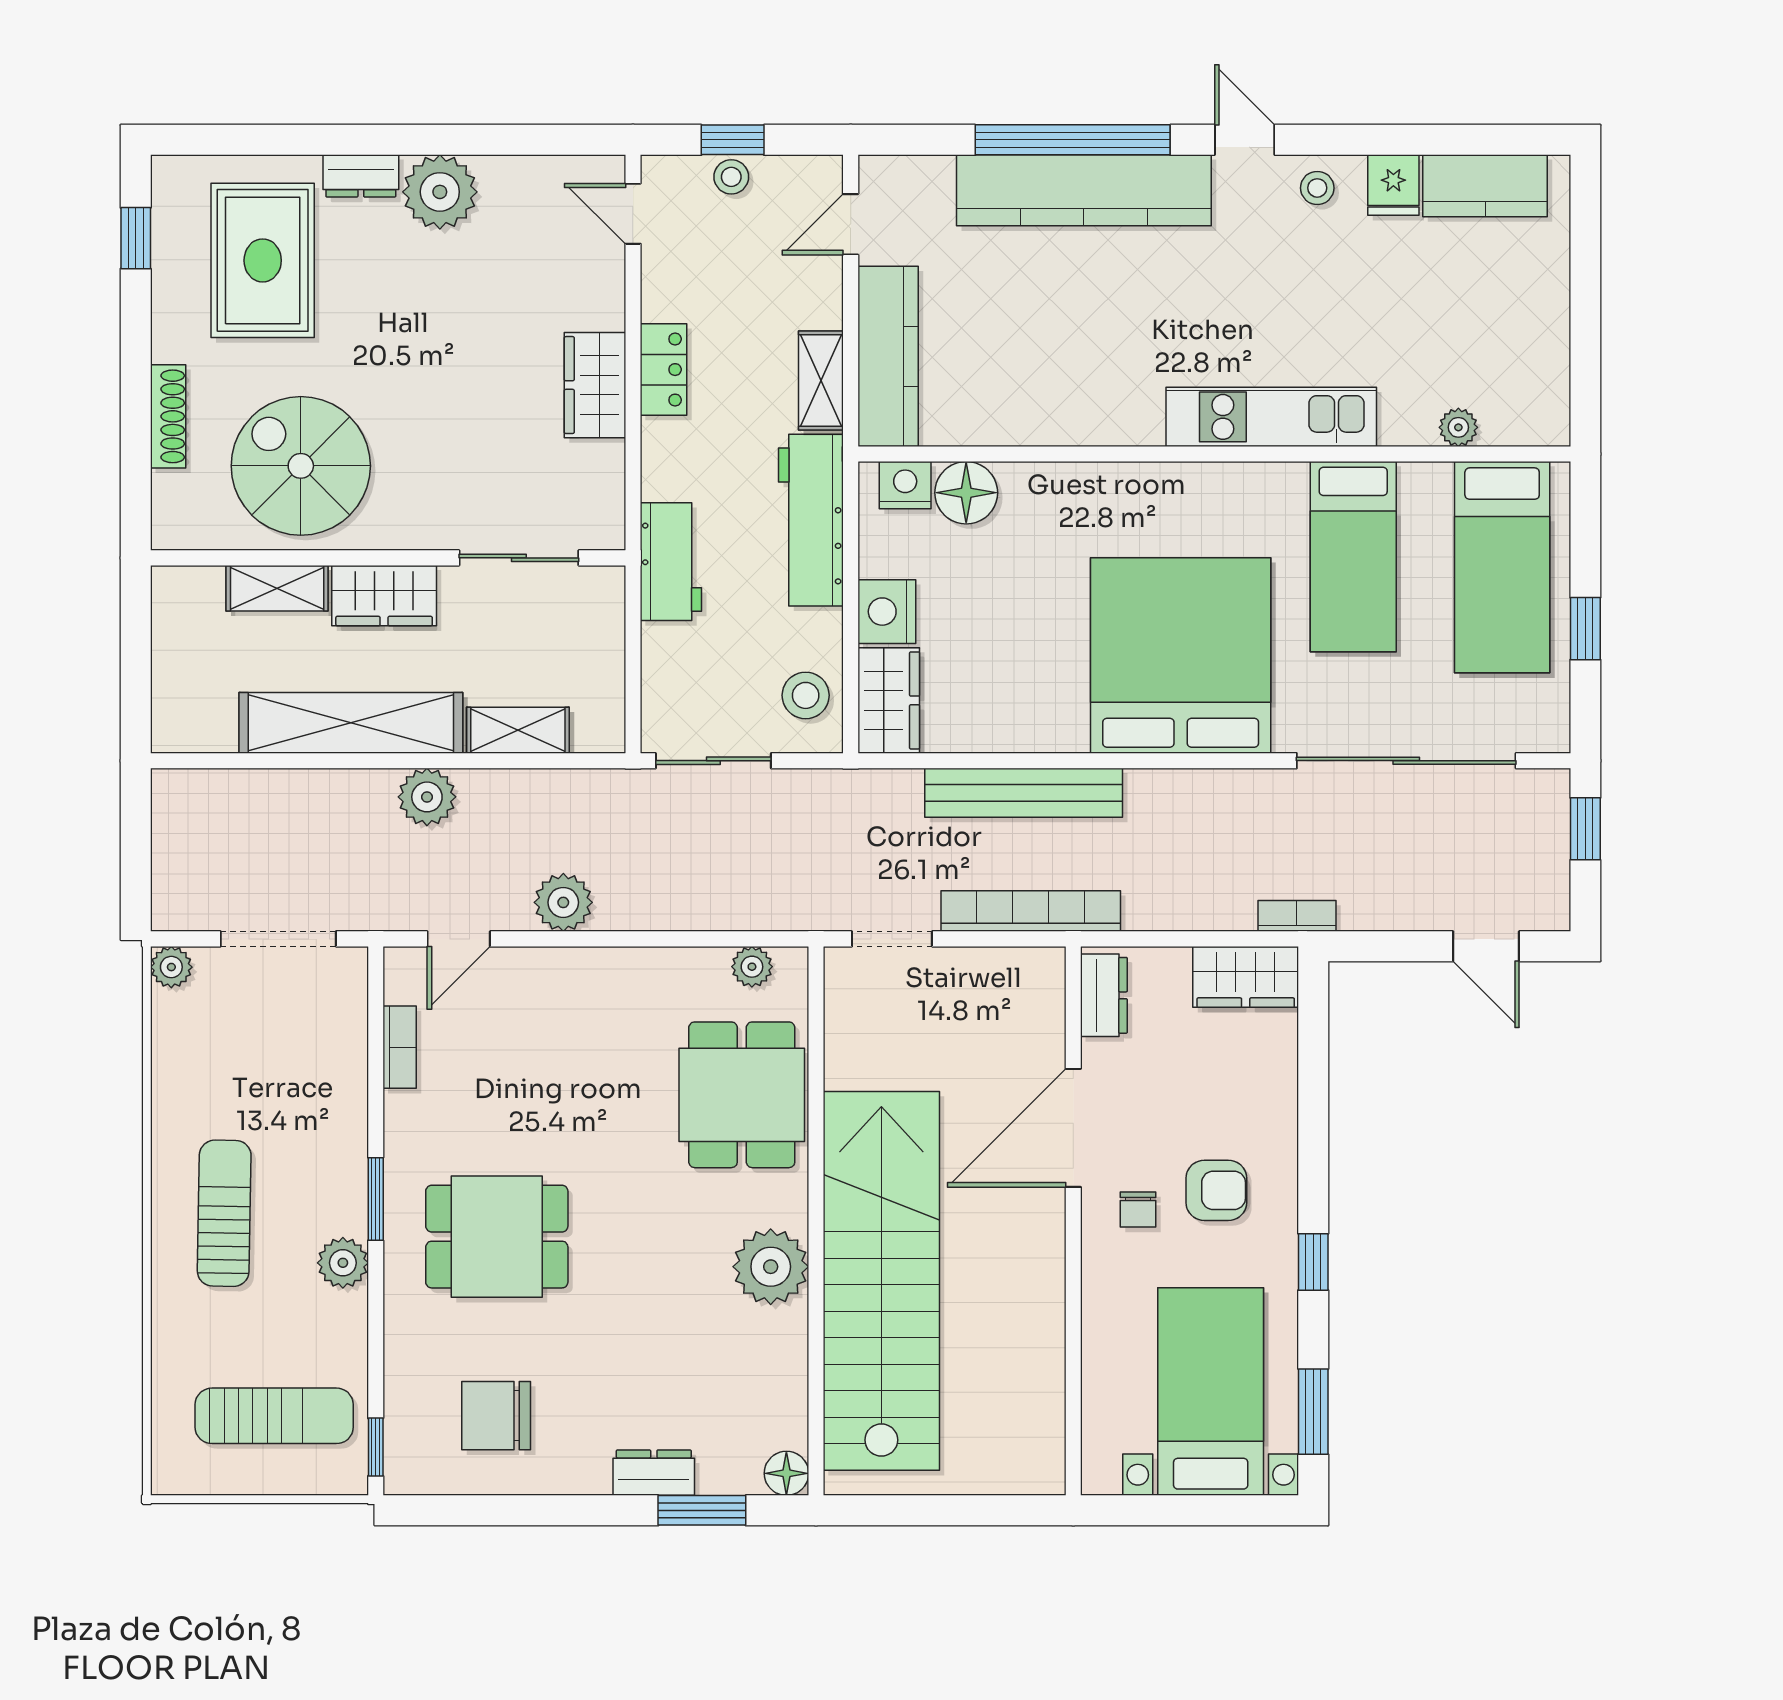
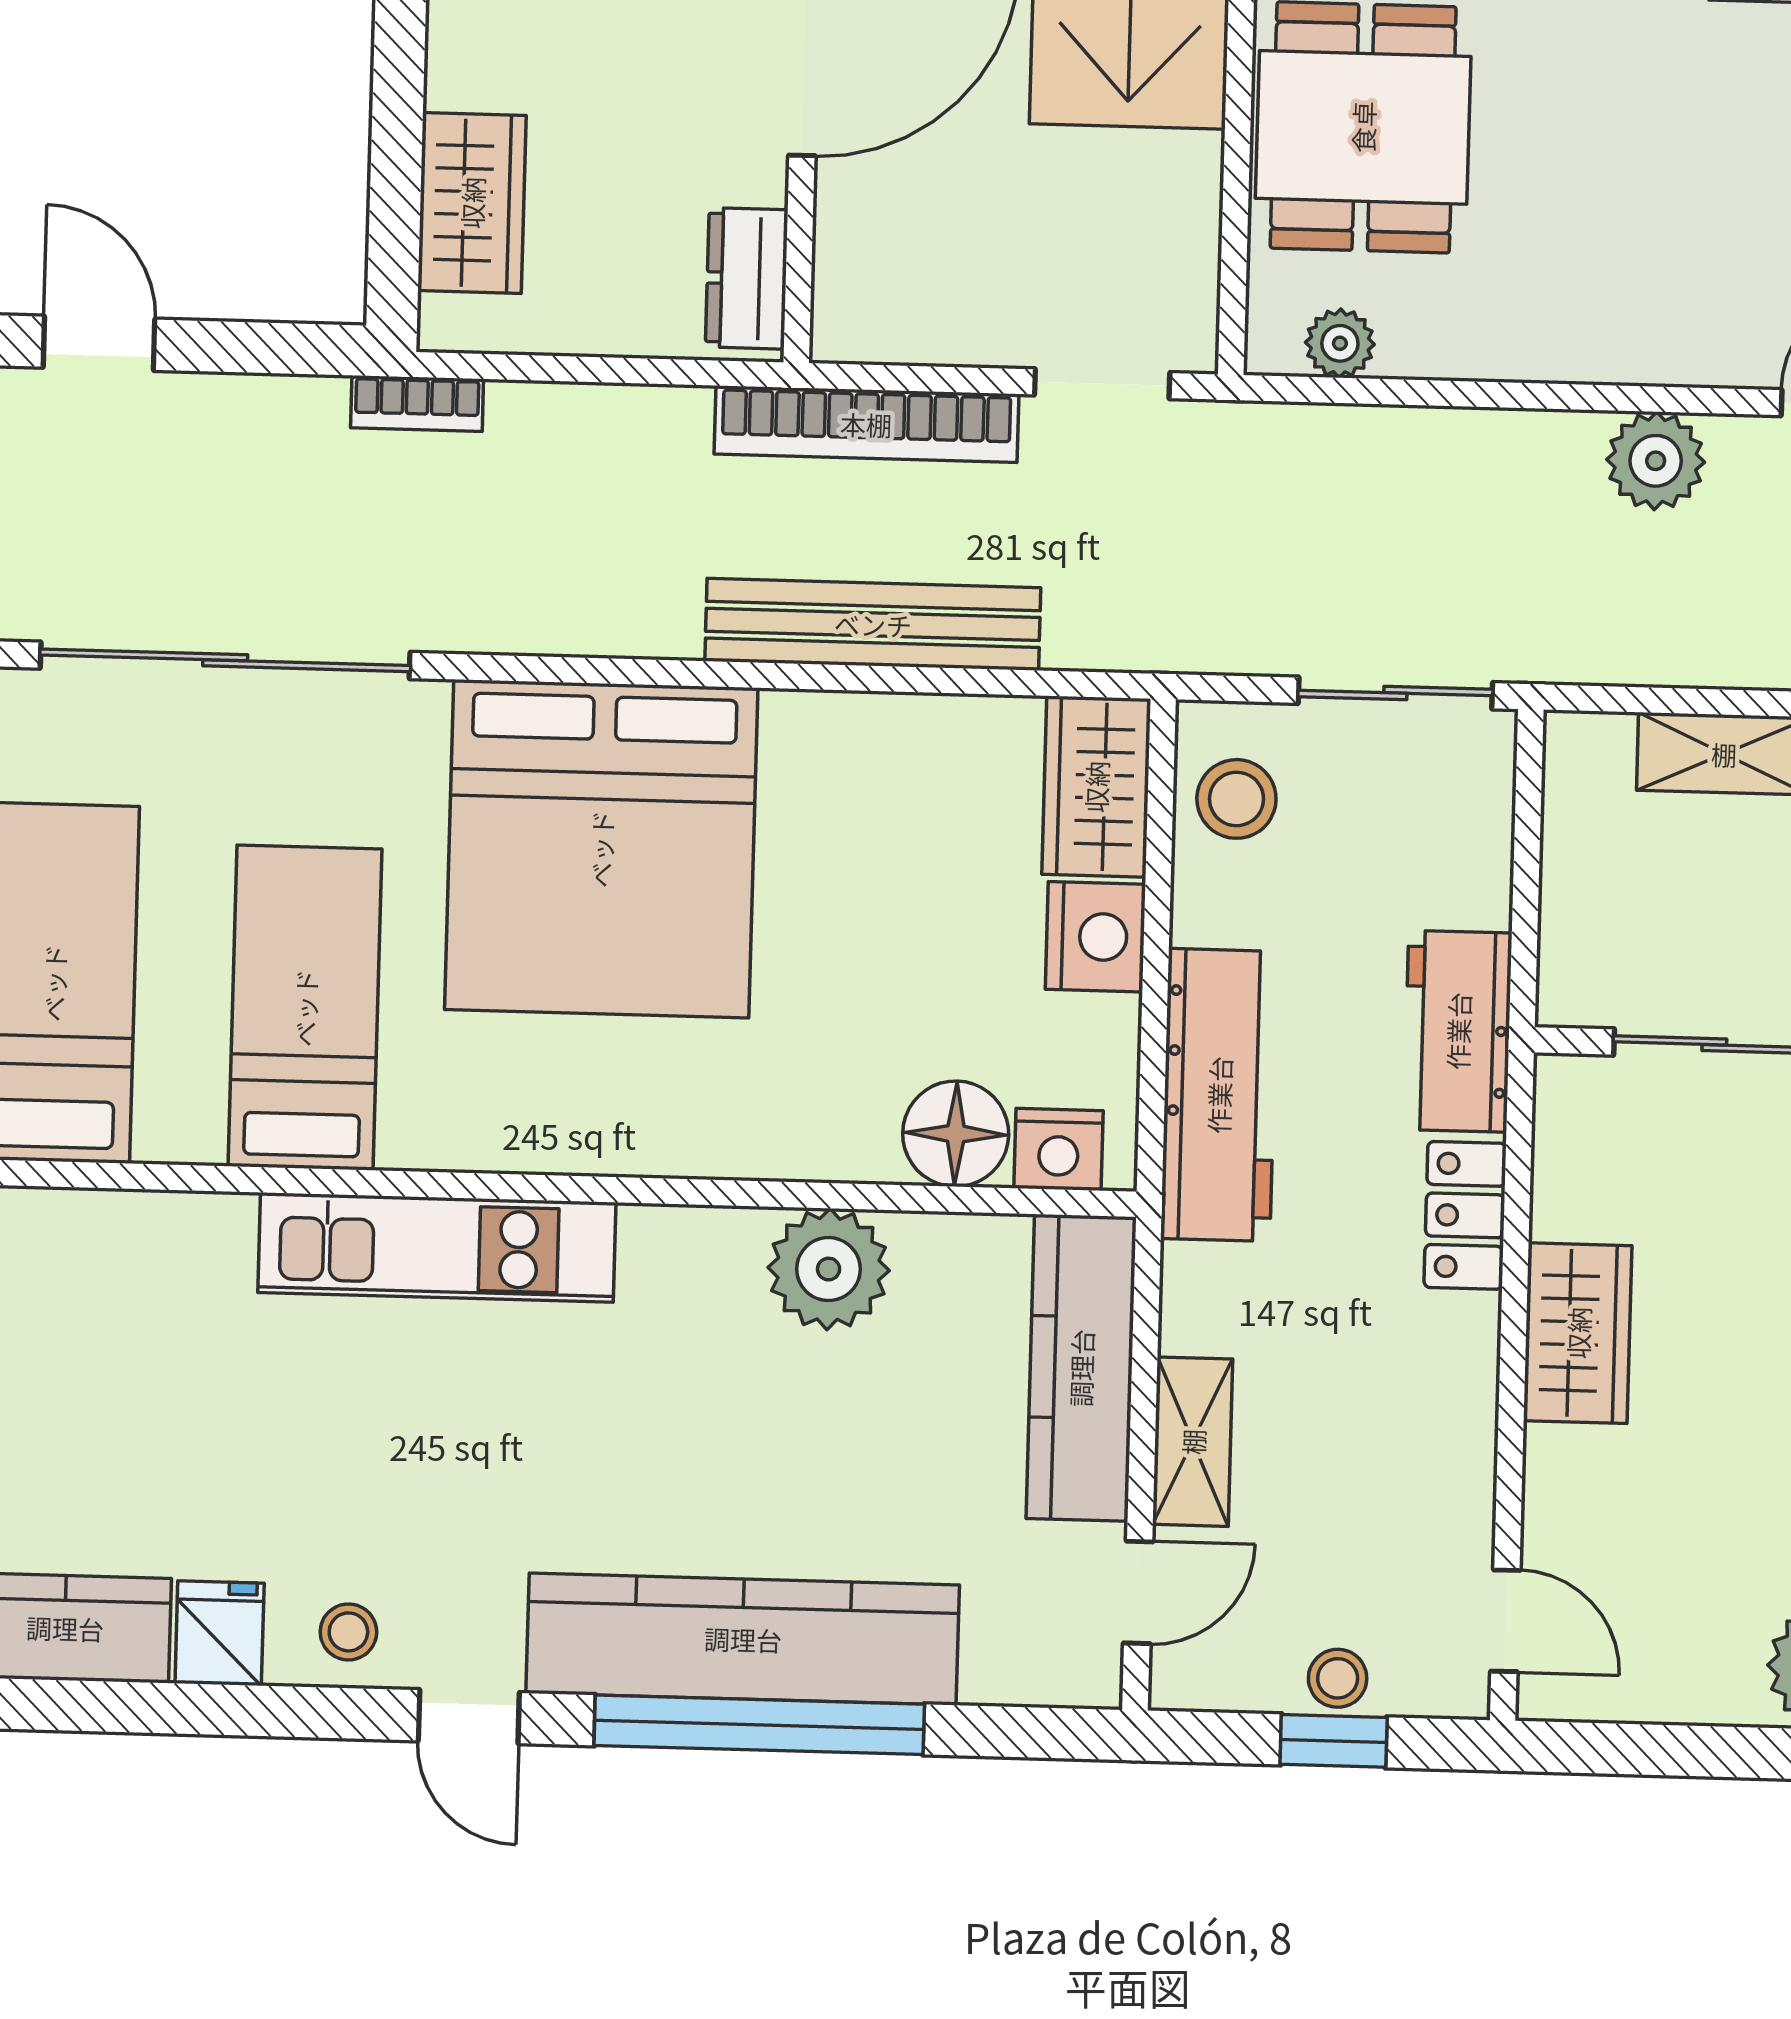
locker: (664, 370) -> (1465, 1215), moved
shelving: (821, 380) -> (1193, 1442), moved
plant: (1458, 427) -> (829, 1269), moved, width x1.88, depth x1.88
wardrobe: (1246, 977) -> (472, 203), moved, turned 90

